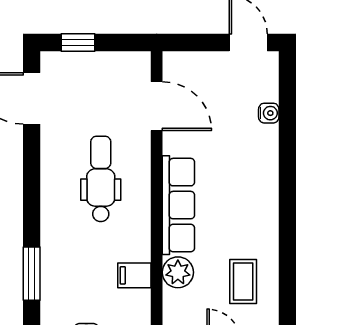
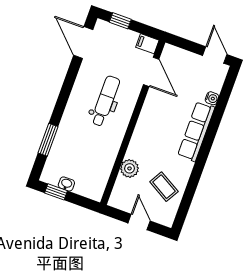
row of seats: (178, 205) -> (196, 131), moved, turned 180
filing cabinet: (134, 275) -> (147, 44), moved
coffee table: (243, 281) -> (164, 187), turned -60

